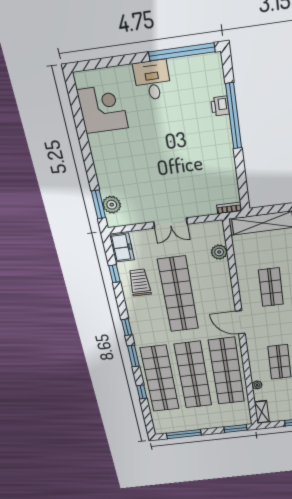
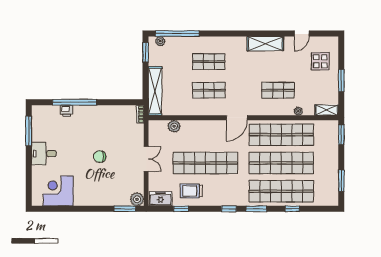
window: (182, 52) -> (29, 131), width x0.68
chair: (163, 162) -> (100, 157), added
plant: (112, 205) -> (137, 199), moved
window: (184, 434) -> (341, 181), width x0.69

